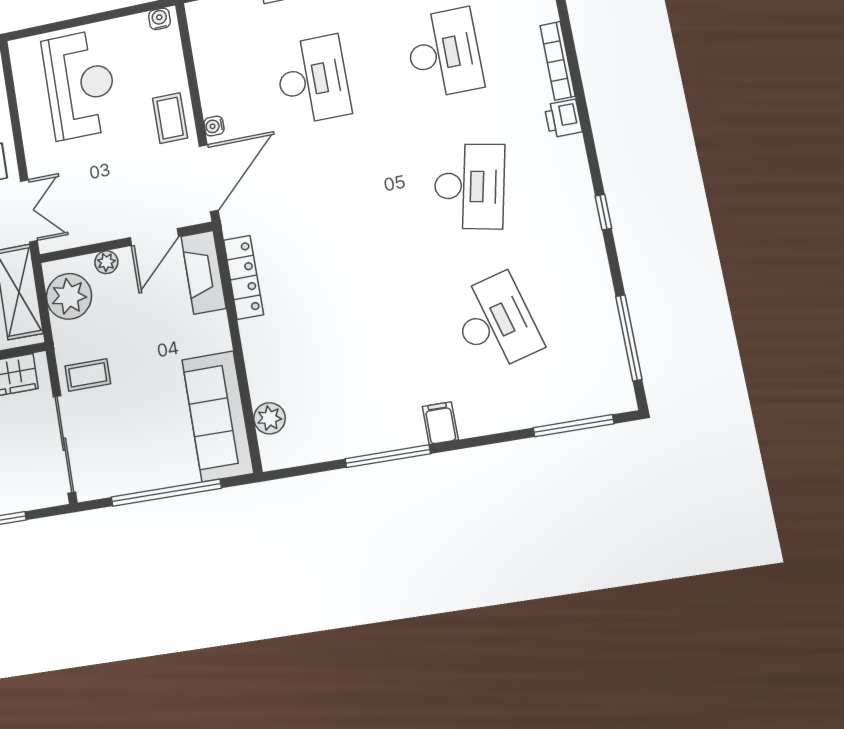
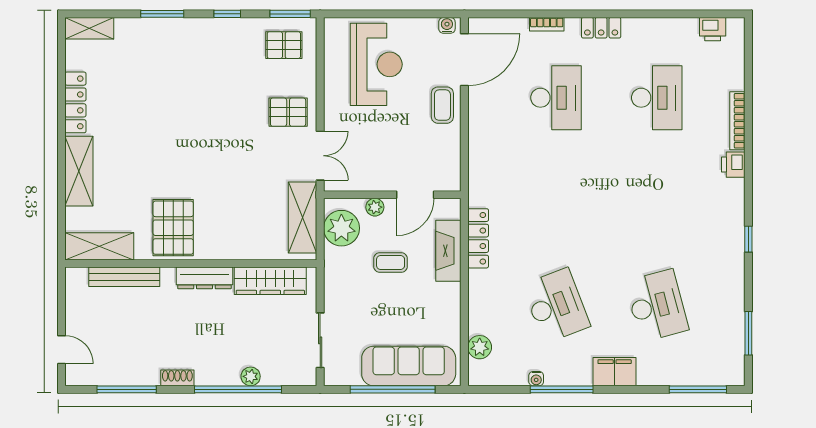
water cooler: (214, 126) -> (536, 379), moved, turned -90
door: (209, 178) -> (464, 60), moved
desk: (469, 186) -> (556, 306), moved, turned -33
fireplace: (203, 272) -> (448, 251), moved
window: (629, 338) -> (748, 333), width x0.69
coffee table: (88, 375) -> (391, 262), moved
sofa: (218, 416) -> (409, 366), moved, turned 90
filing cabinet: (440, 423) -> (615, 372), width x2.00
sliding door: (64, 444) -> (320, 340), width x0.73

